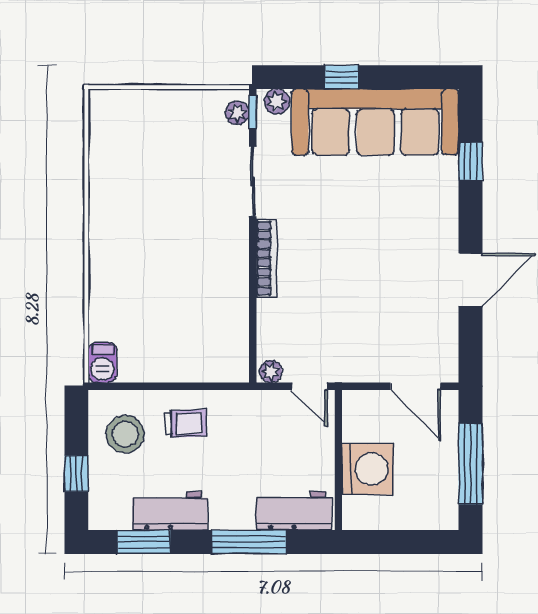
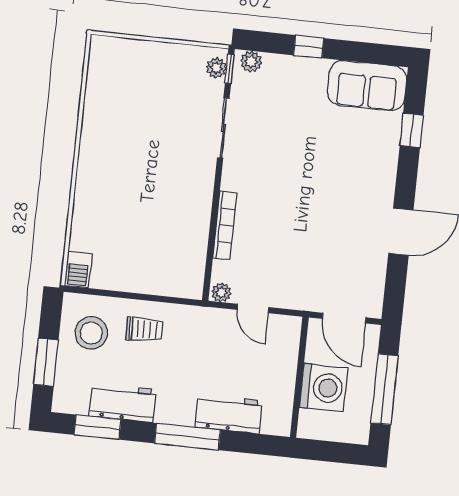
sofa: (375, 122) -> (367, 86), width x0.54, depth x0.79
bookcase: (266, 258) -> (225, 225), moved
wall: (338, 460) -> (299, 377), moved
washing machine: (368, 469) -> (324, 388), moved
window: (76, 474) -> (46, 362), width x1.50

